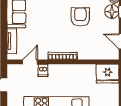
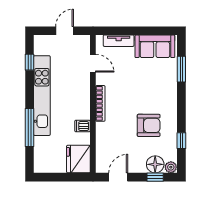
dishwasher: (43, 70) -> (83, 126), moved

